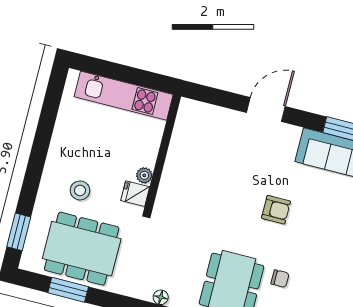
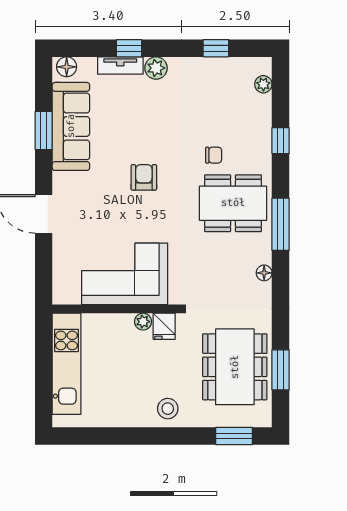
corner sofa: (192, 170) -> (125, 274), added
stool: (80, 190) -> (168, 409), moved
chair: (280, 279) -> (214, 155), turned 90

